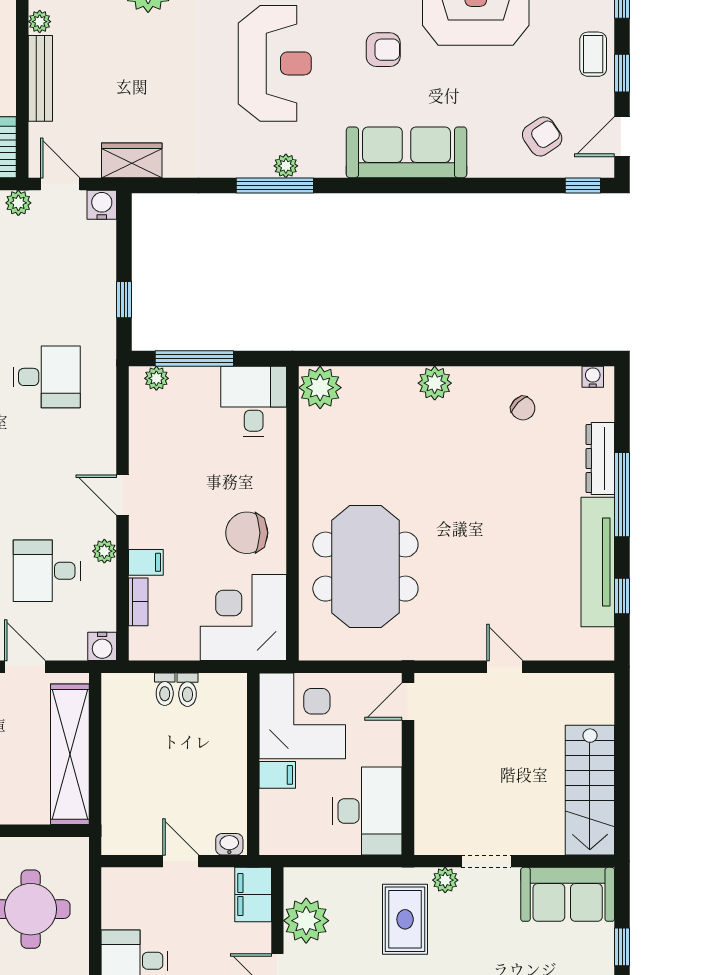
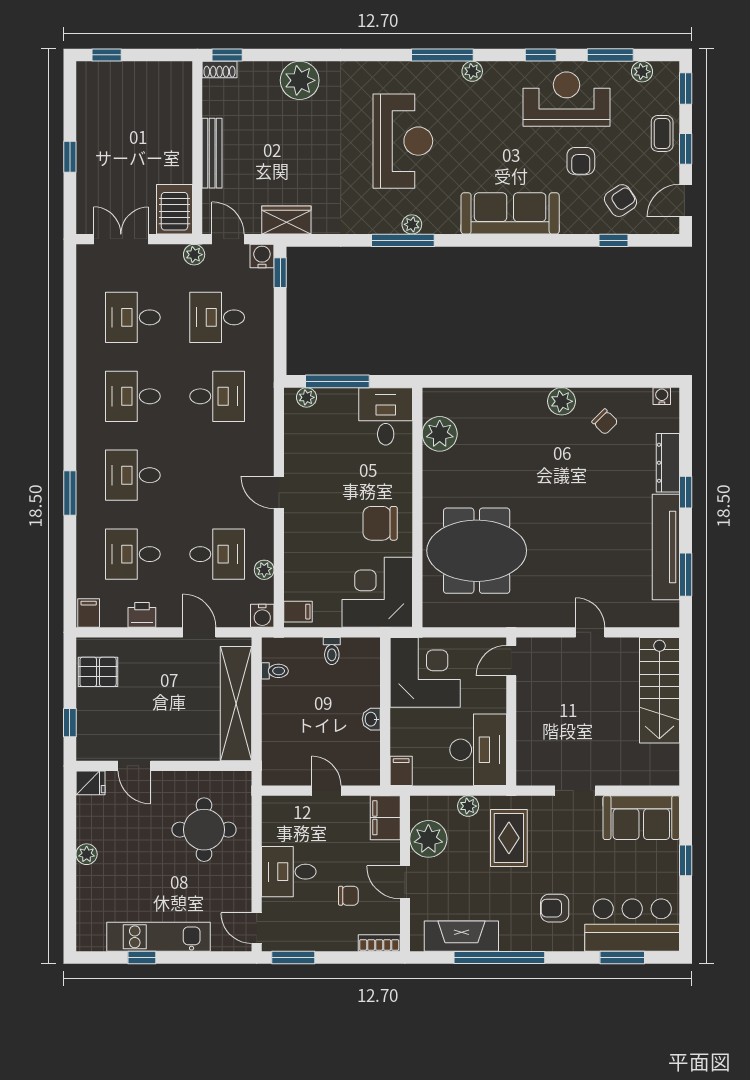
plant: (40, 22) -> (211, 107), removed
armchair: (383, 50) -> (581, 161), moved, turned 90
window: (583, 185) -> (614, 240), moved
desk: (47, 280) -> (217, 317), added
window: (124, 300) -> (280, 273), moved
plant: (435, 383) -> (561, 401), moved
plant: (320, 388) -> (440, 434), moved
window: (622, 495) -> (686, 492), width x0.46
plant: (104, 551) -> (264, 570), moved
filing cabinet: (146, 562) -> (298, 612), moved
meeting table: (365, 567) -> (477, 551), turned 90
desk: (47, 571) -> (217, 554), turned 180
window: (622, 596) -> (686, 575), width x1.50
bookcase: (138, 602) -> (292, 579), removed
toilet: (165, 689) -> (275, 671), moved, turned -90
filing cabinet: (277, 775) -> (401, 771), moved, turned -90
stairs: (590, 790) -> (659, 690), moved
washbasin: (229, 844) -> (371, 719), moved, turned -90
plant: (445, 880) -> (468, 806), moved

